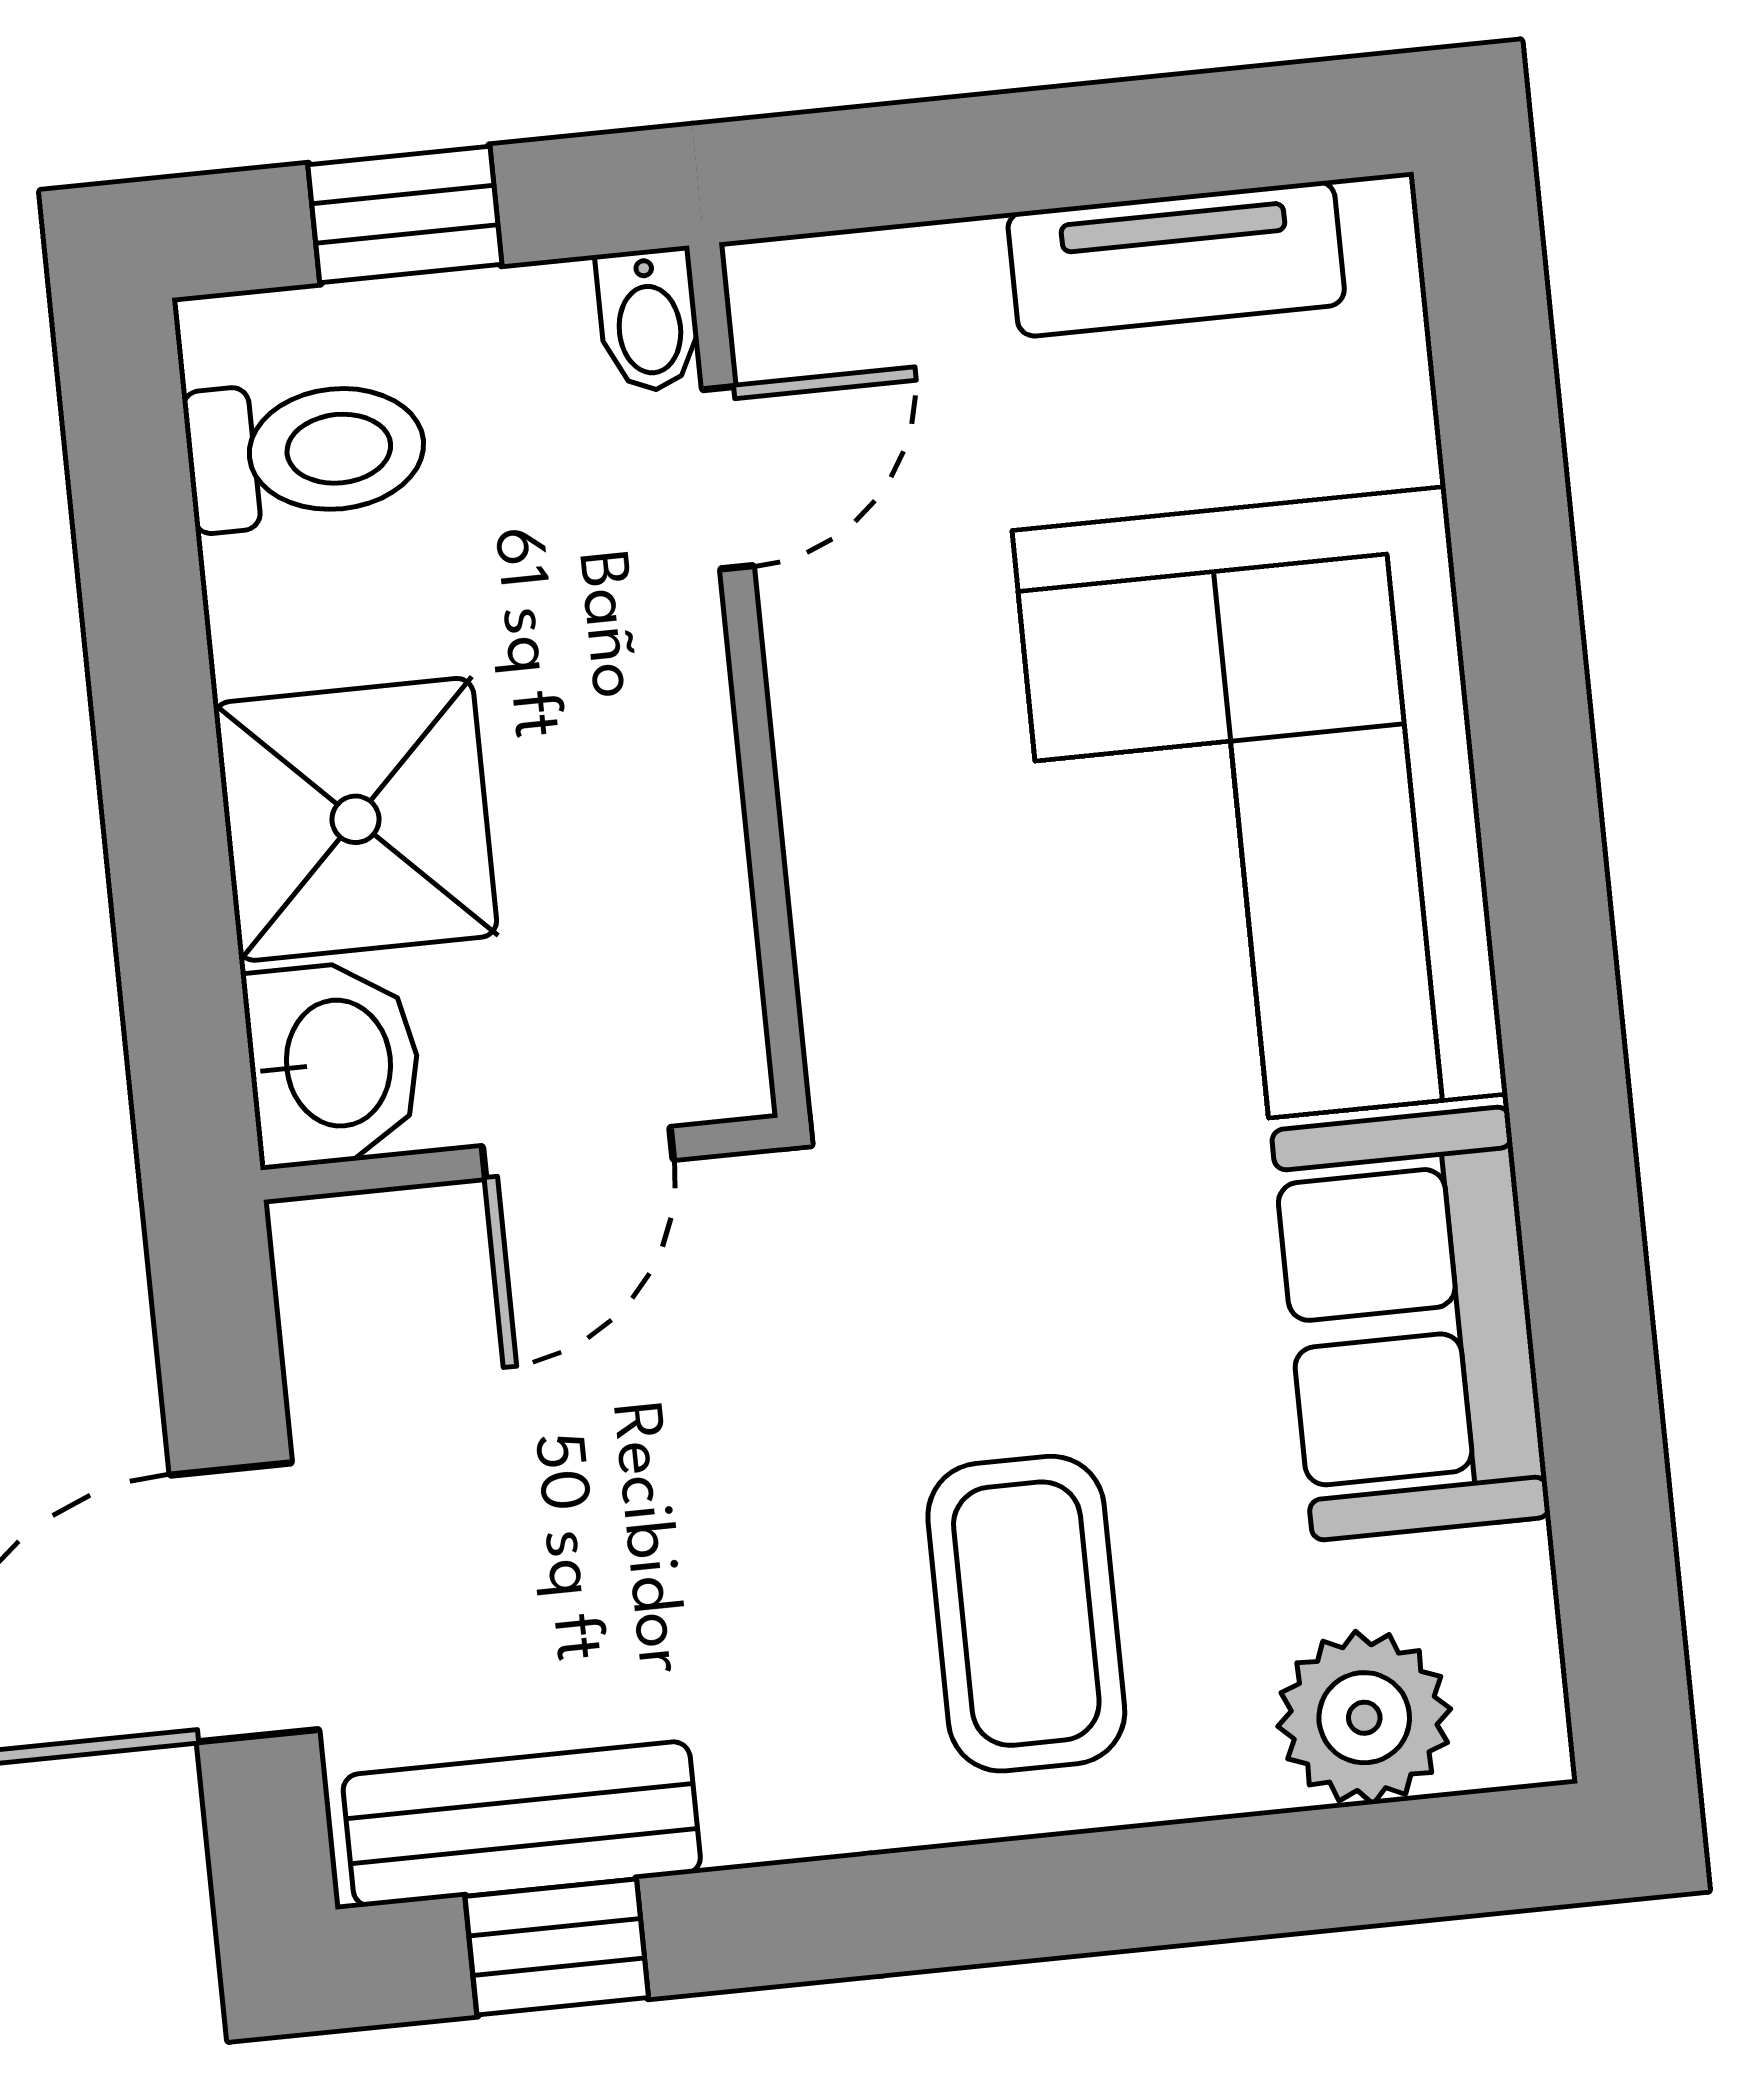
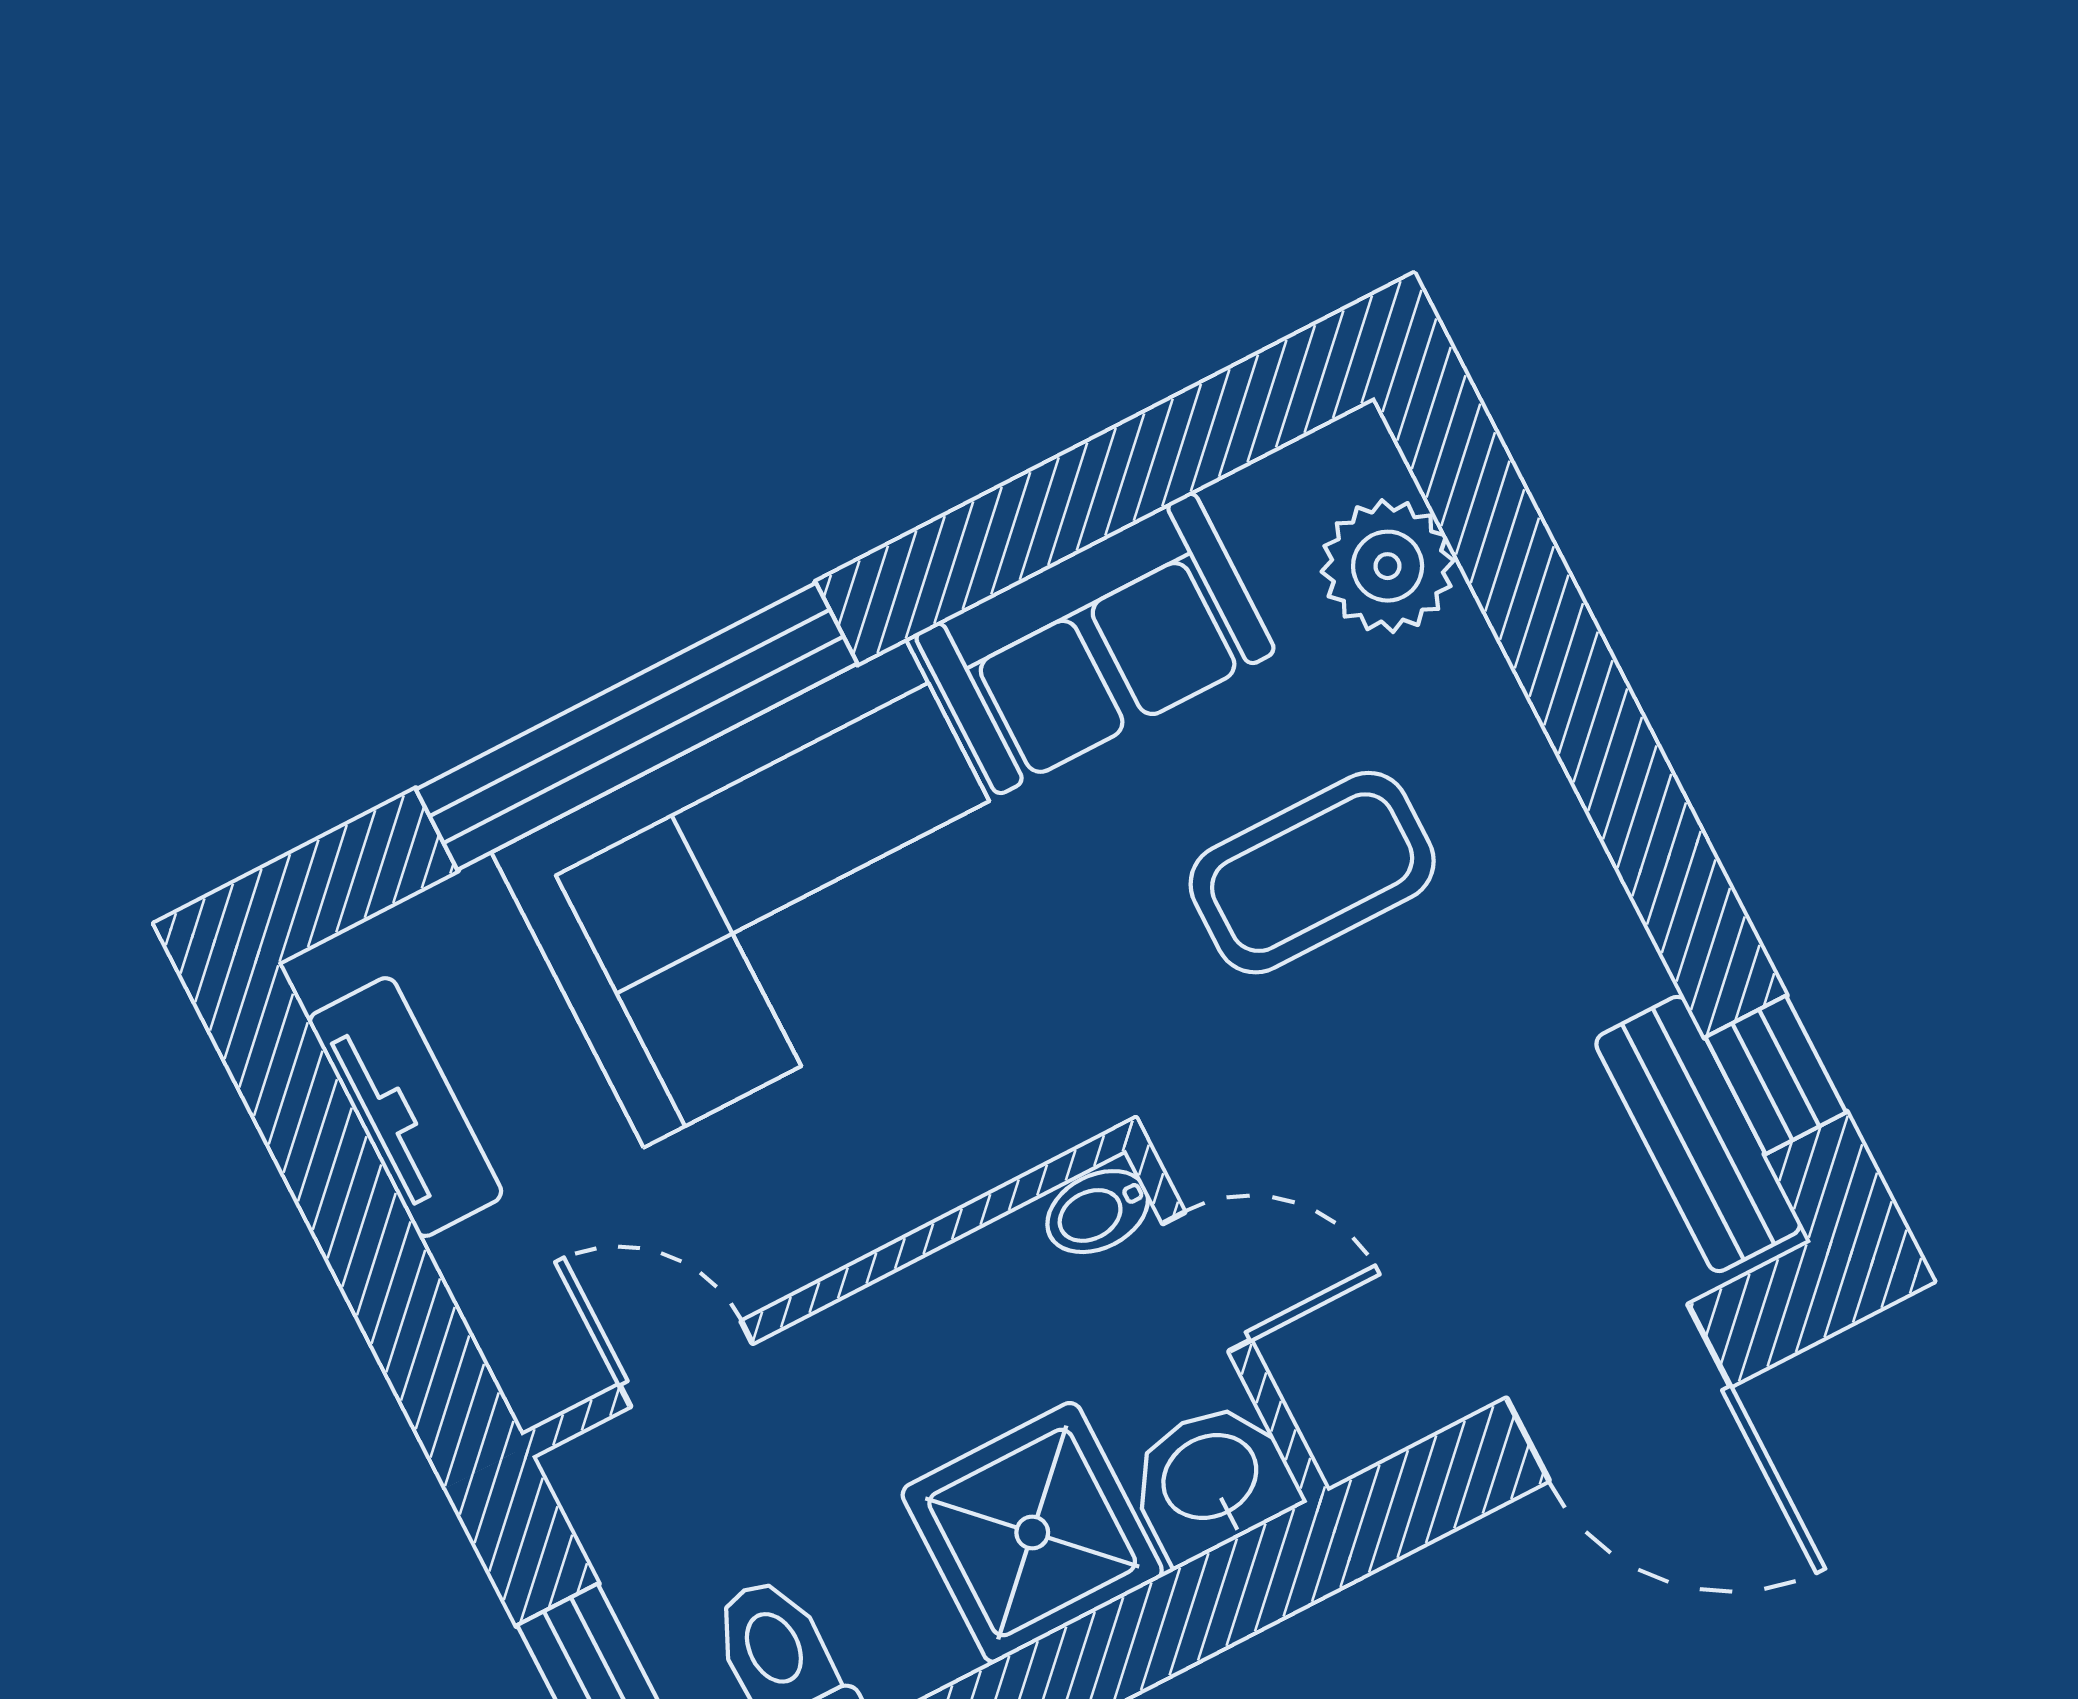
bidet: (649, 320) -> (1098, 1212), moved, turned 180
window: (1530, 724) -> (637, 726), added
coffee table: (1026, 1614) -> (1312, 873), moved

